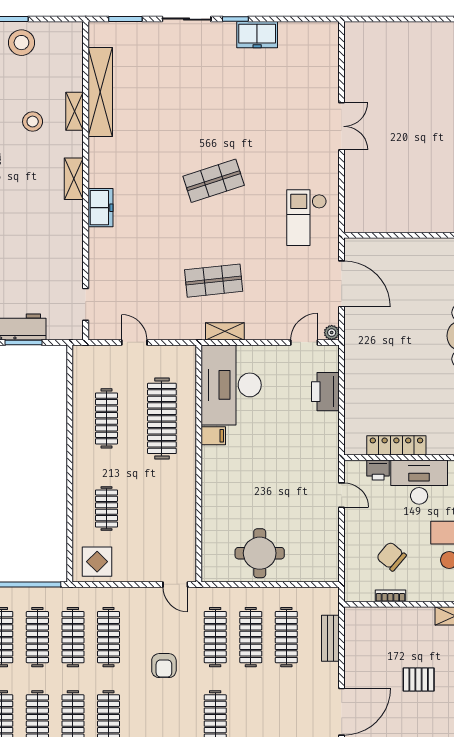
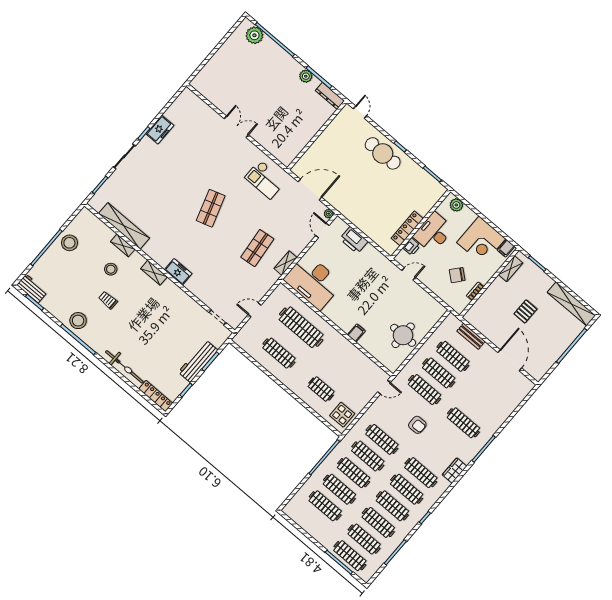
filing cabinet: (213, 436) -> (356, 333), moved

